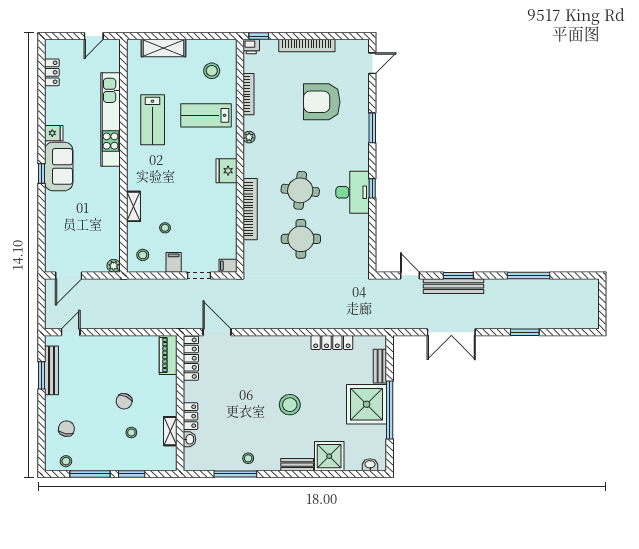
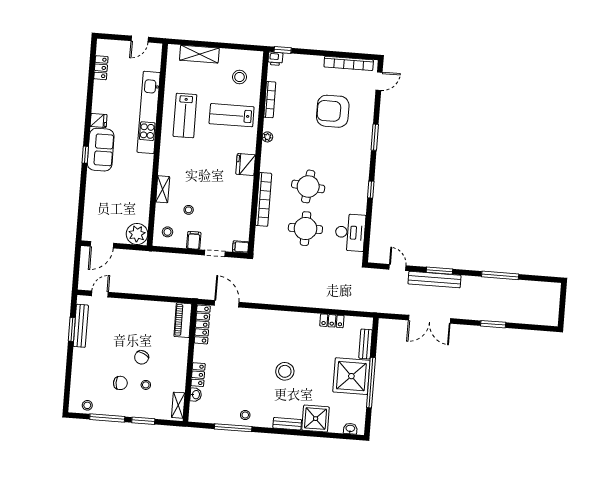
bookcase: (307, 46) -> (349, 63), moved
desk: (353, 192) -> (350, 232), moved
plant: (114, 266) -> (137, 234), width x1.88, depth x1.88
locker: (332, 342) -> (332, 321), width x0.66
chair: (66, 429) -> (120, 383), moved, turned 80
shelving: (170, 431) -> (178, 405), moved

